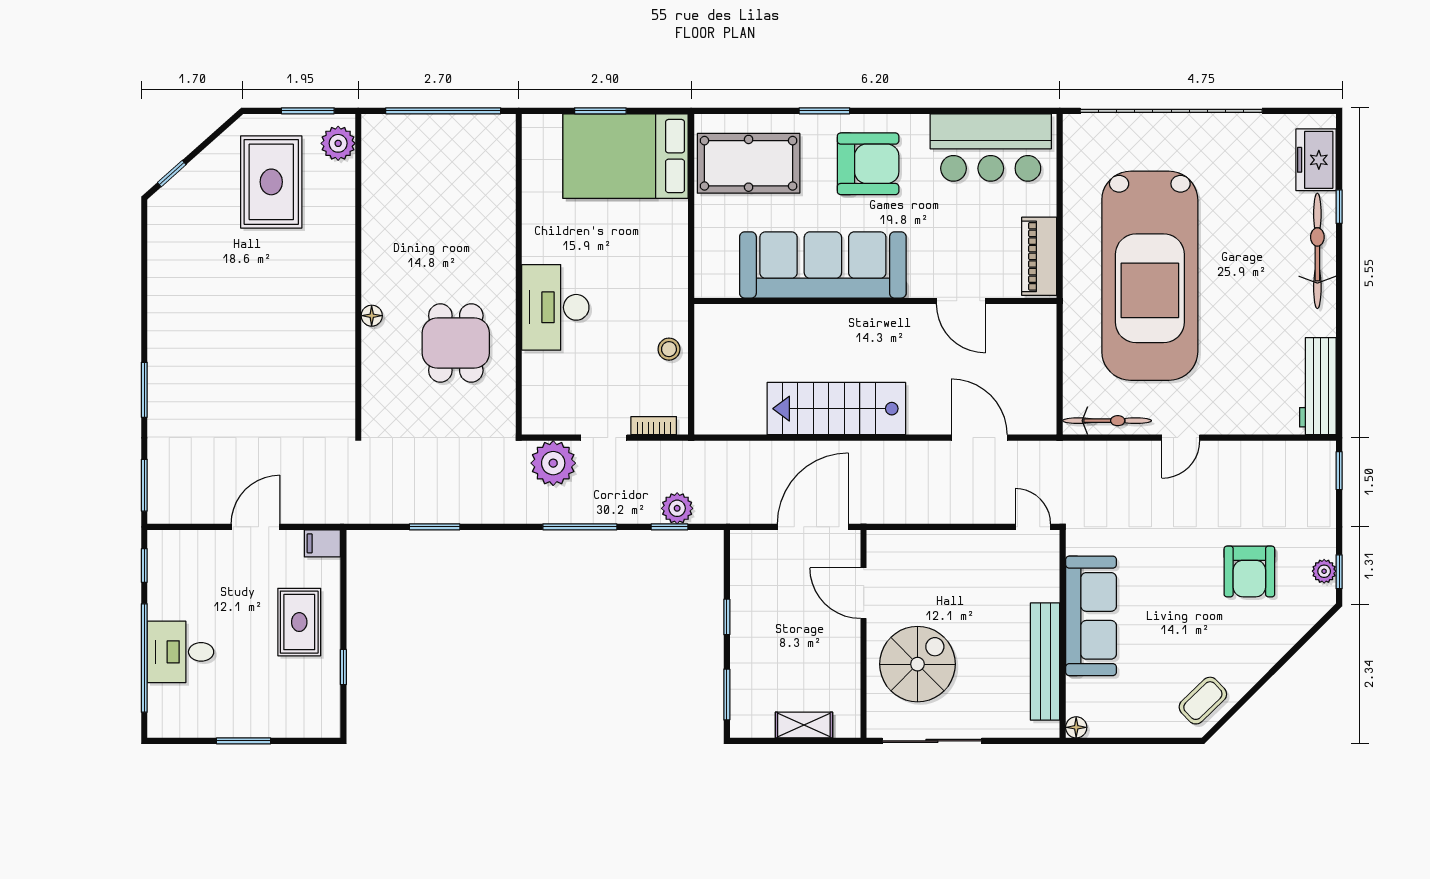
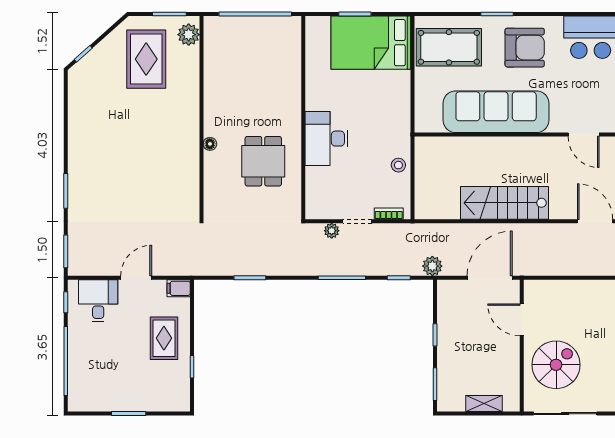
plant: (553, 463) -> (332, 231), width x0.53, depth x0.53
plant: (677, 508) -> (432, 266), moved
desk: (180, 652) -> (98, 301), moved, turned 90

